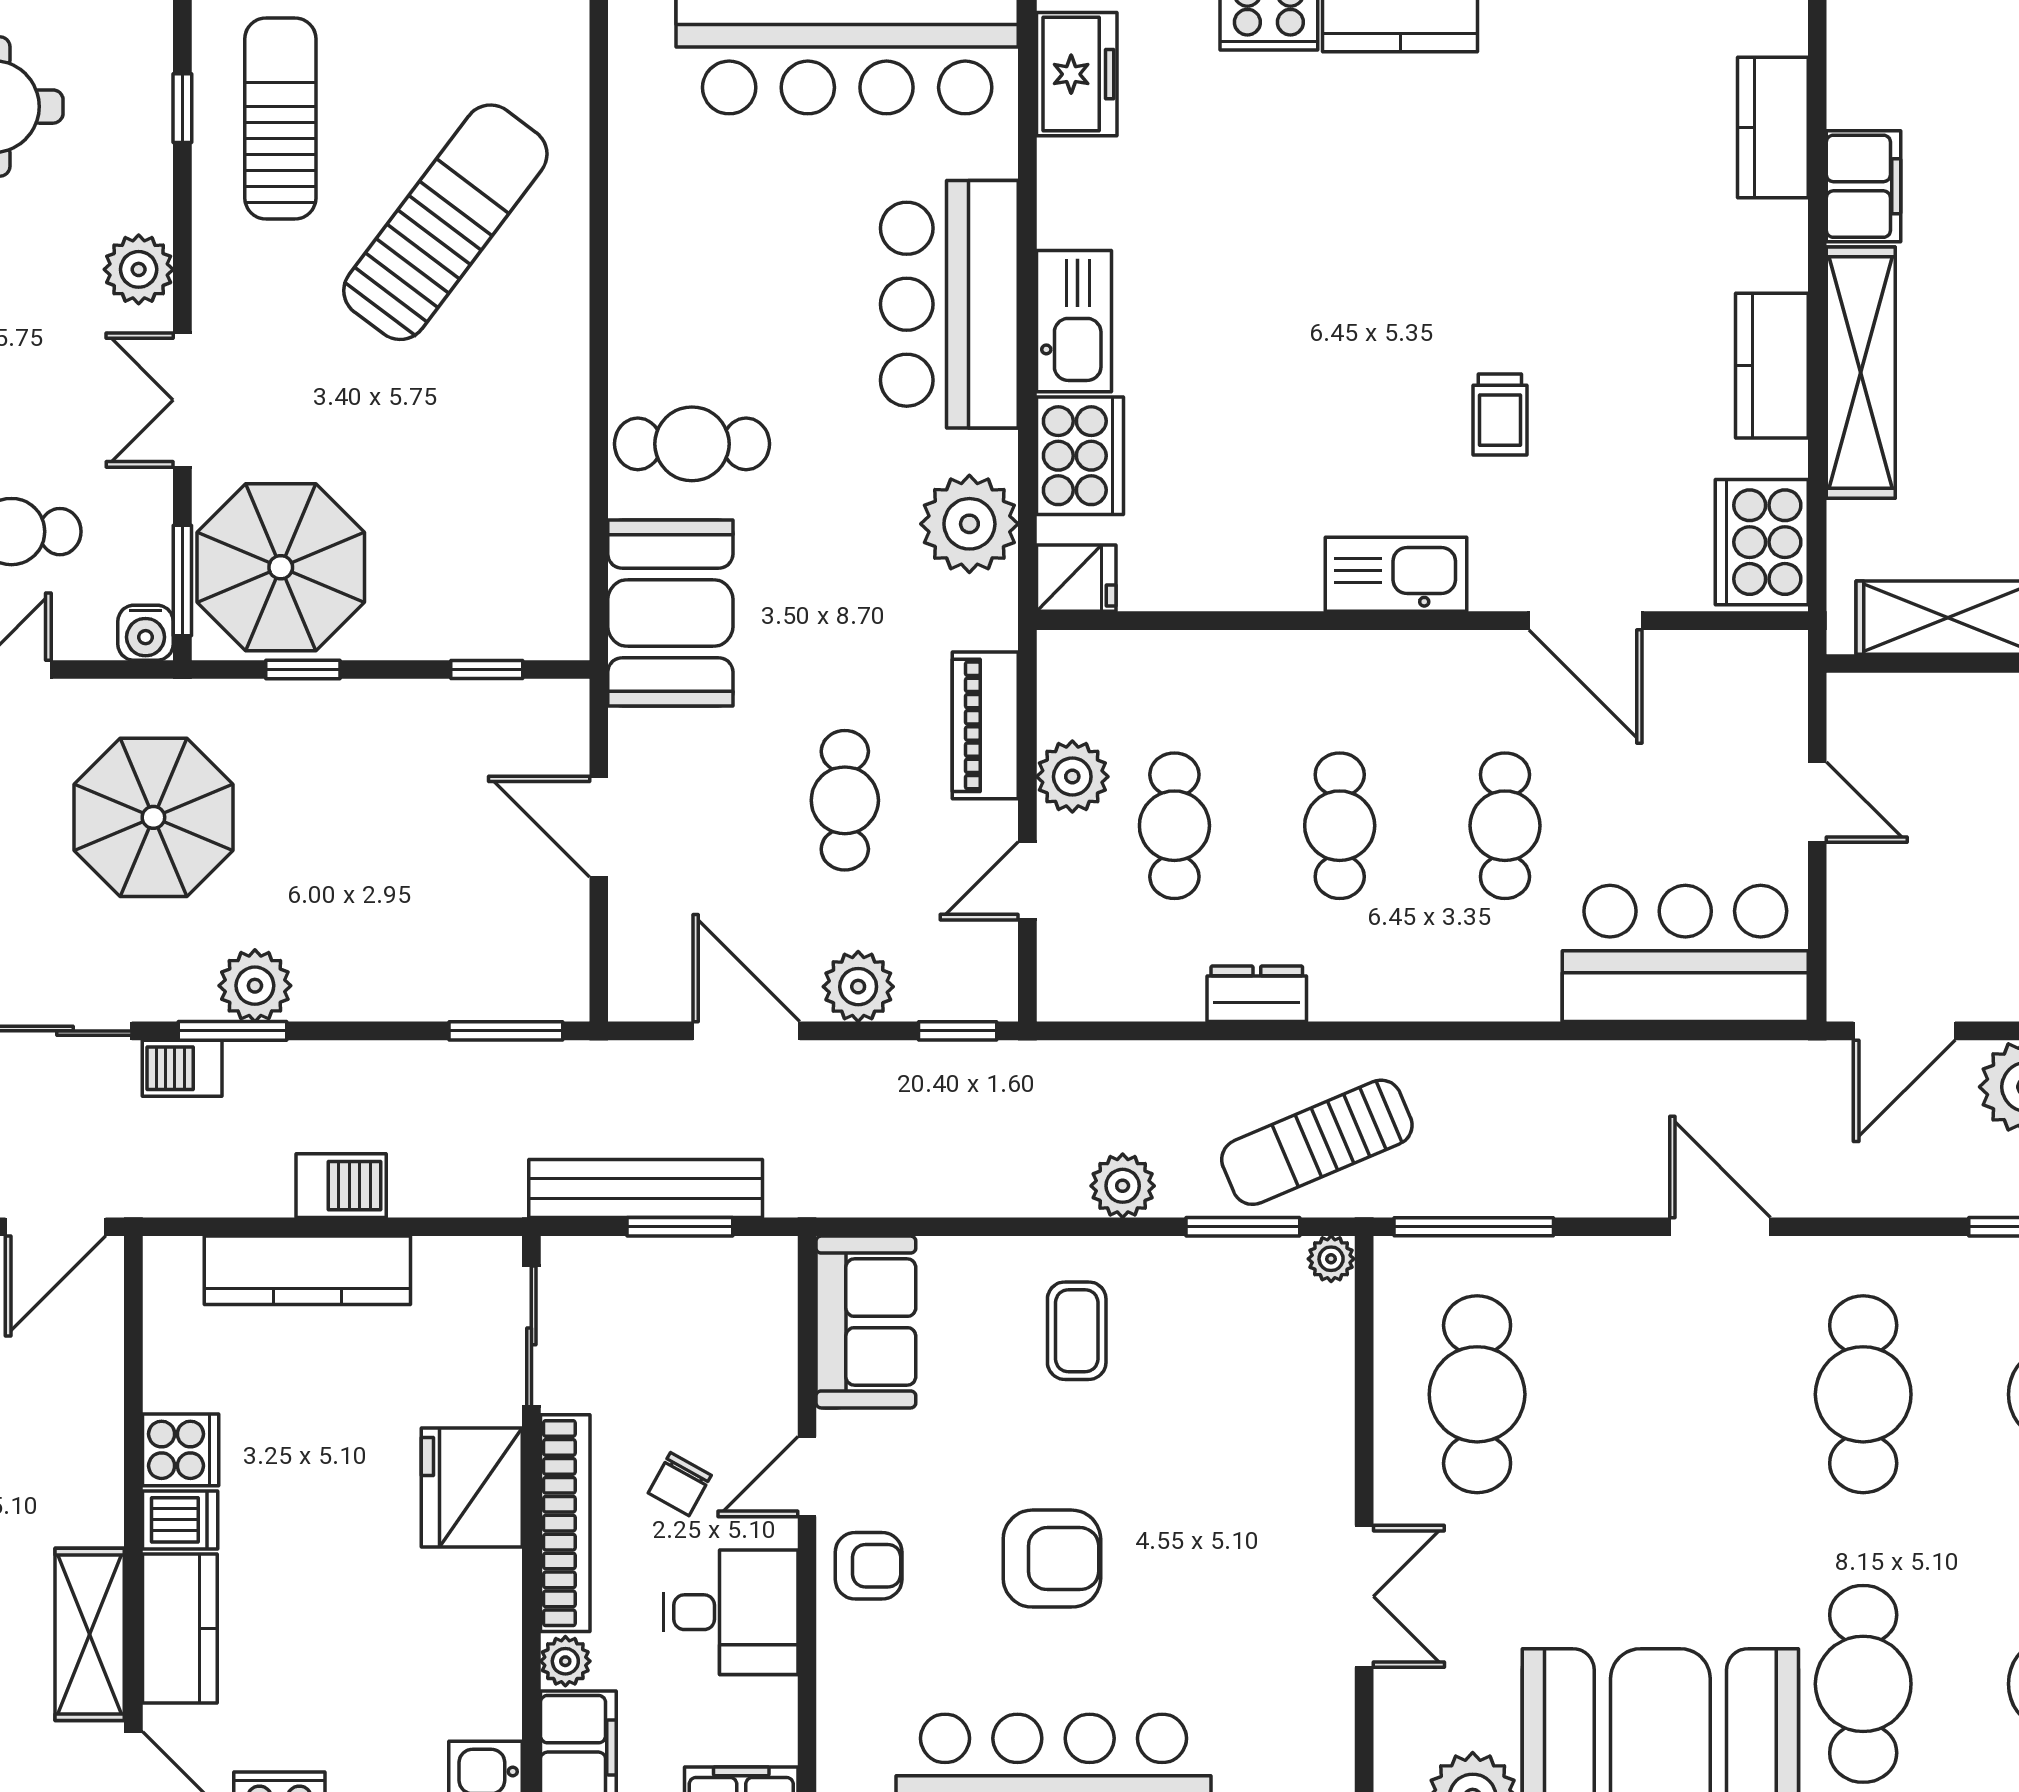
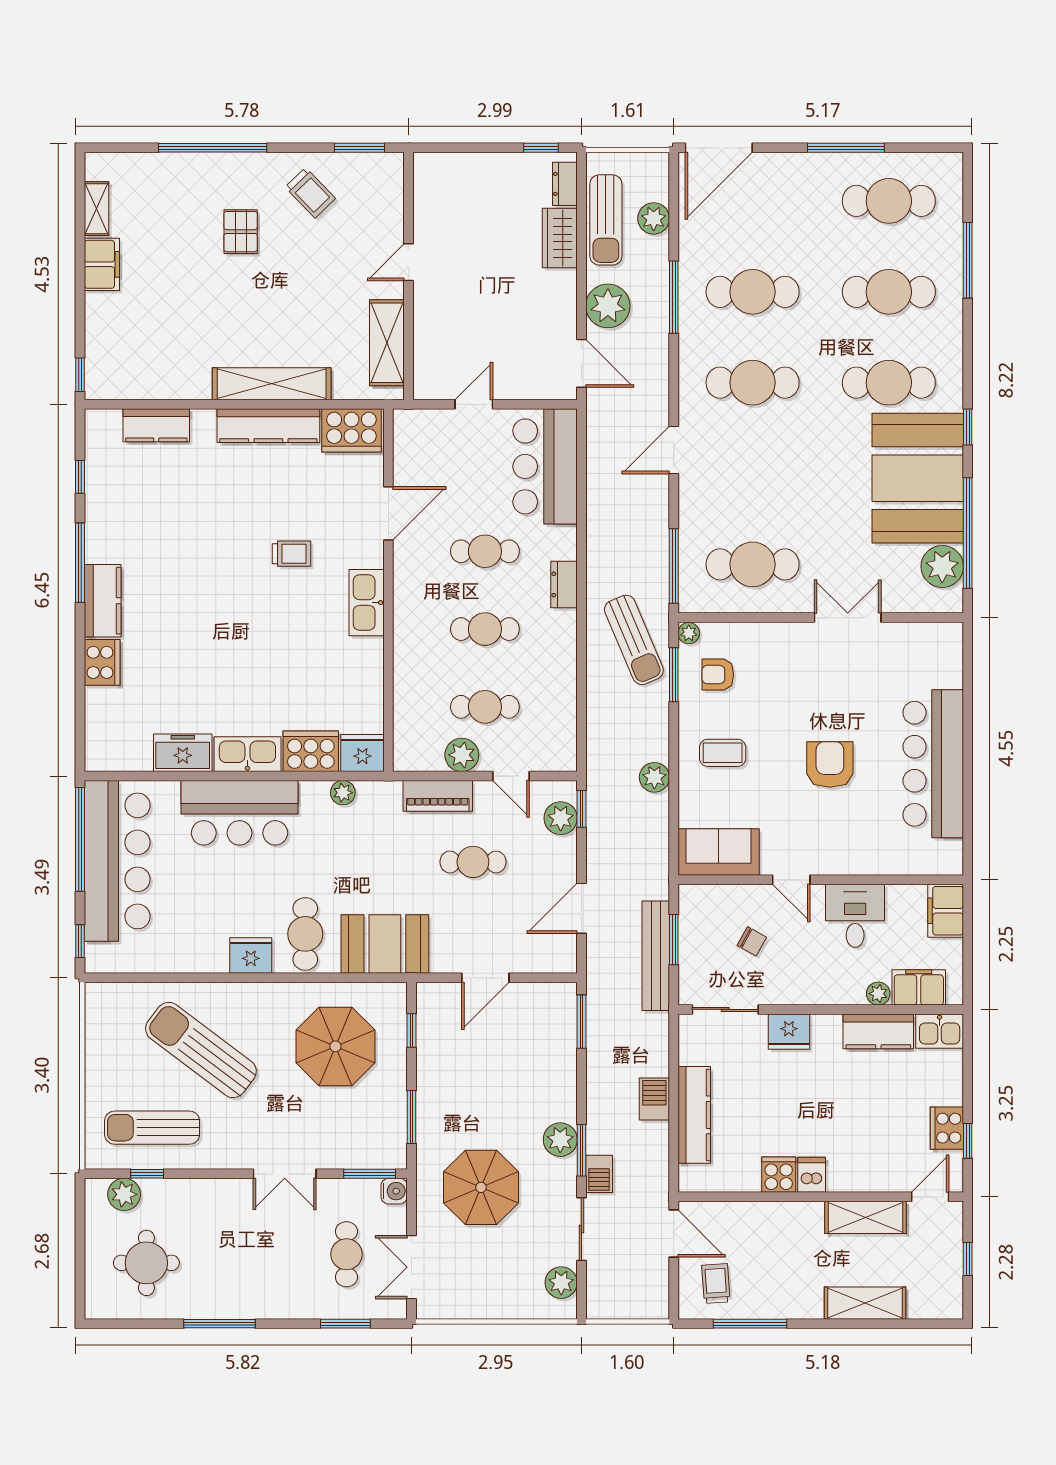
freezer: (1077, 74) -> (183, 753), moved
filing cabinet: (1864, 186) -> (184, 382), removed
plant: (139, 269) -> (124, 1194), moved
fridge: (646, 328) -> (251, 955), added
kitchen counter: (1772, 366) -> (268, 426), width x1.50
plant: (969, 524) -> (343, 793), width x0.53, depth x0.53
parasol: (281, 567) -> (335, 1046), moved
fridge: (1076, 578) -> (362, 753), width x1.38
window: (303, 670) -> (411, 1117), width x1.50
plant: (858, 987) -> (561, 818), moved
dresser: (1257, 994) -> (564, 584), moved
plant: (1123, 1186) -> (654, 777), moved
chair: (680, 1484) -> (752, 941), moved
fridge: (472, 1487) -> (789, 1032), width x0.73, depth x0.75
bookcase: (565, 1523) -> (813, 994), removed
armchair: (869, 1566) -> (718, 675), moved, turned -90
kitchen counter: (180, 1629) -> (878, 1031), moved, turned 180

